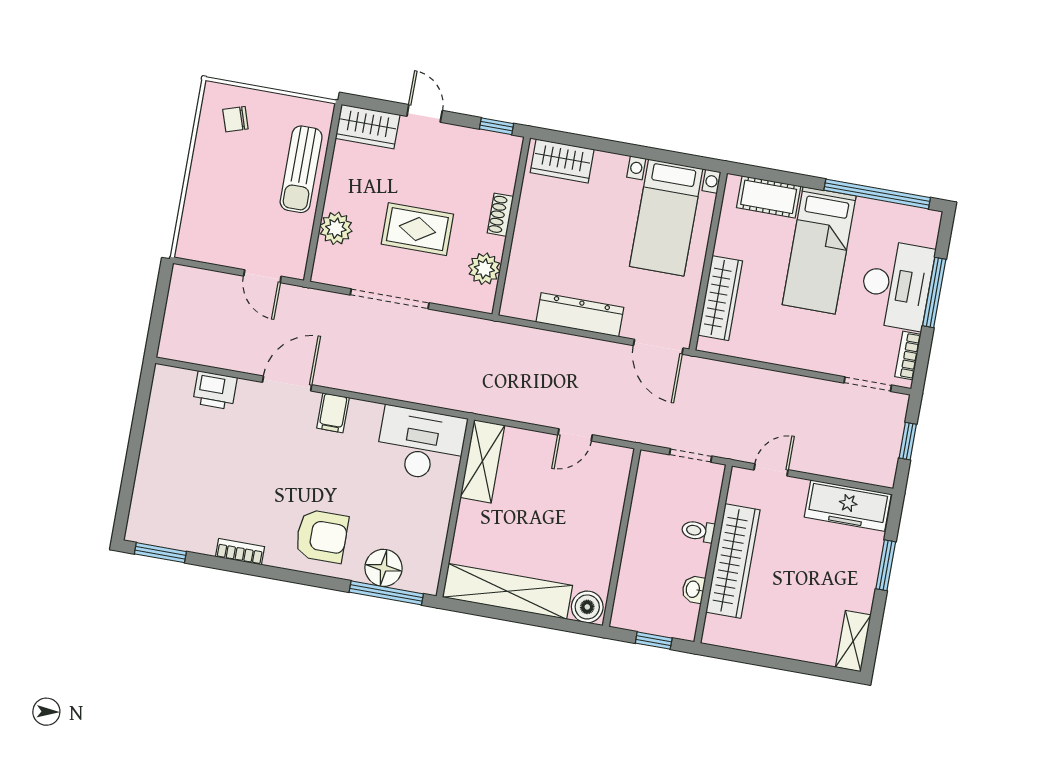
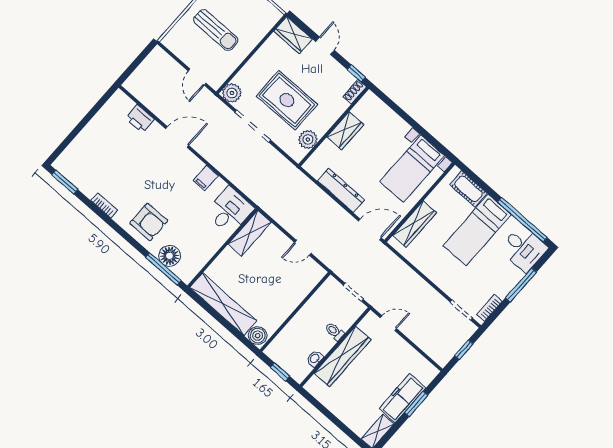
wardrobe: (562, 161) -> (345, 131), moved, turned -90
sun lounger: (301, 169) -> (216, 30), moved, turned -90
shoe rack: (500, 215) -> (355, 92), moved
plant: (336, 228) -> (232, 93), moved
rug: (417, 229) -> (287, 100), width x1.36, depth x1.43
desk: (896, 285) -> (524, 249), moved, width x0.73
door: (658, 347) -> (370, 229), swing flipped
filing cabinet: (333, 413) -> (206, 178), moved
desk: (421, 444) -> (230, 211), width x0.73
freezer: (848, 506) -> (402, 398), moved, turned 90

